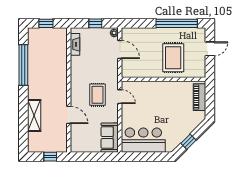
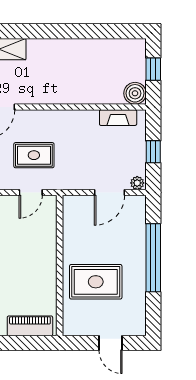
window: (177, 23) -> (153, 258), moved
boiler: (60, 34) -> (135, 93), added
window: (23, 65) -> (84, 31), removed

